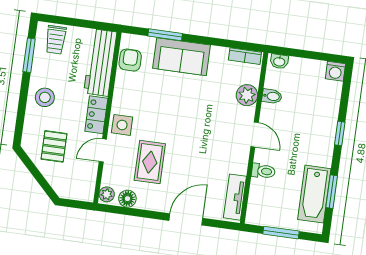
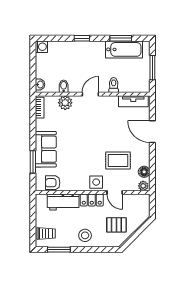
workbench: (100, 63) -> (63, 202), width x0.73

